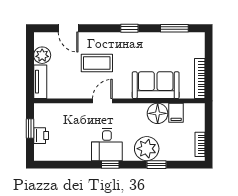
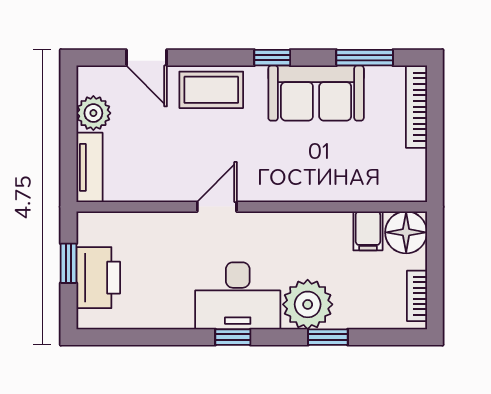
coffee table: (97, 63) -> (211, 90), moved
bookcase: (200, 79) -> (416, 107), moved
sofa: (156, 85) -> (316, 93), moved, turned 180
floor lamp: (158, 113) -> (406, 232), moved
printer: (41, 136) -> (98, 278), width x1.87, depth x1.48
desk: (107, 144) -> (238, 296), width x1.37

